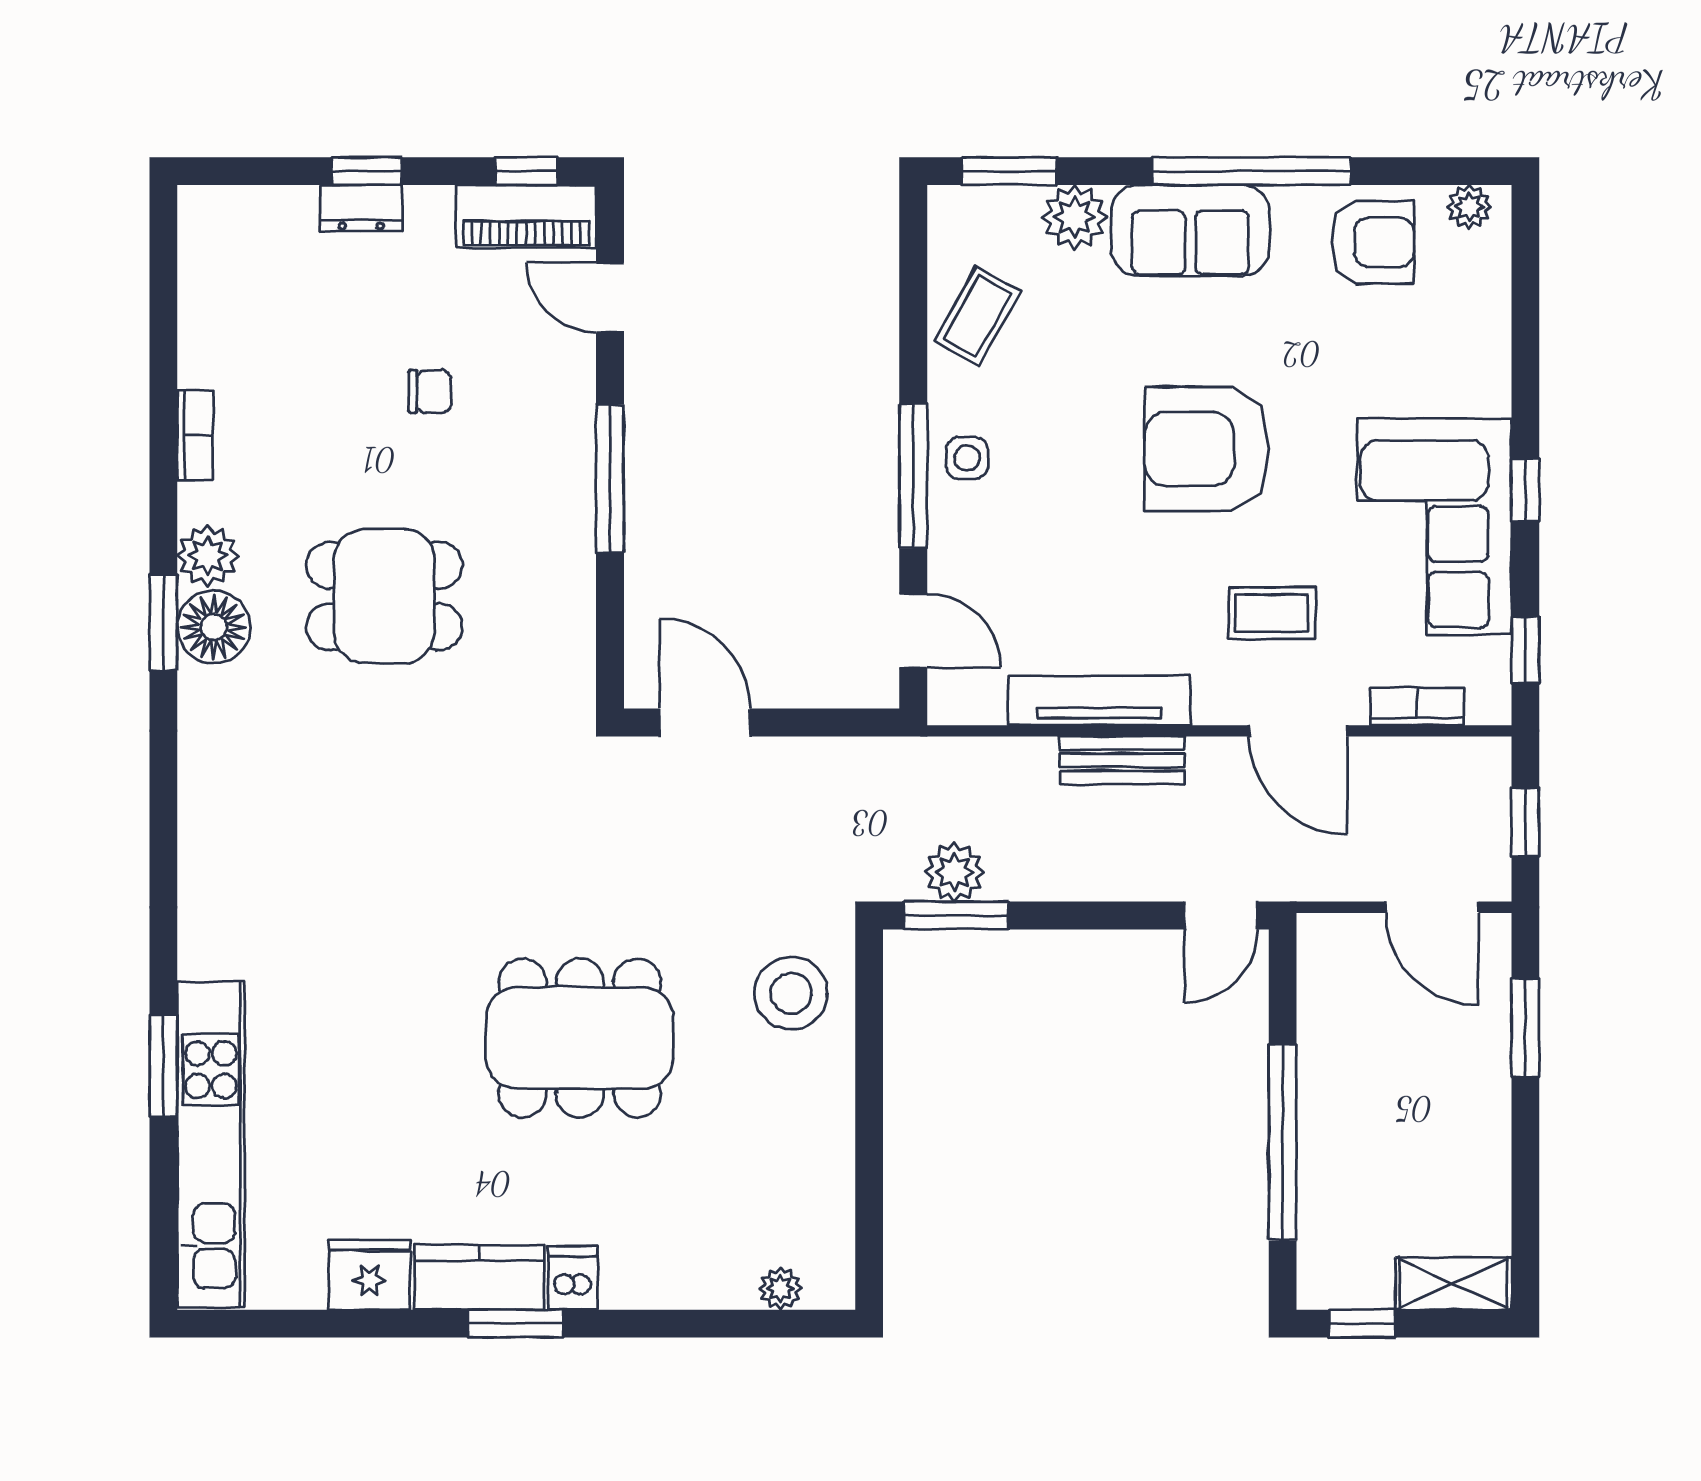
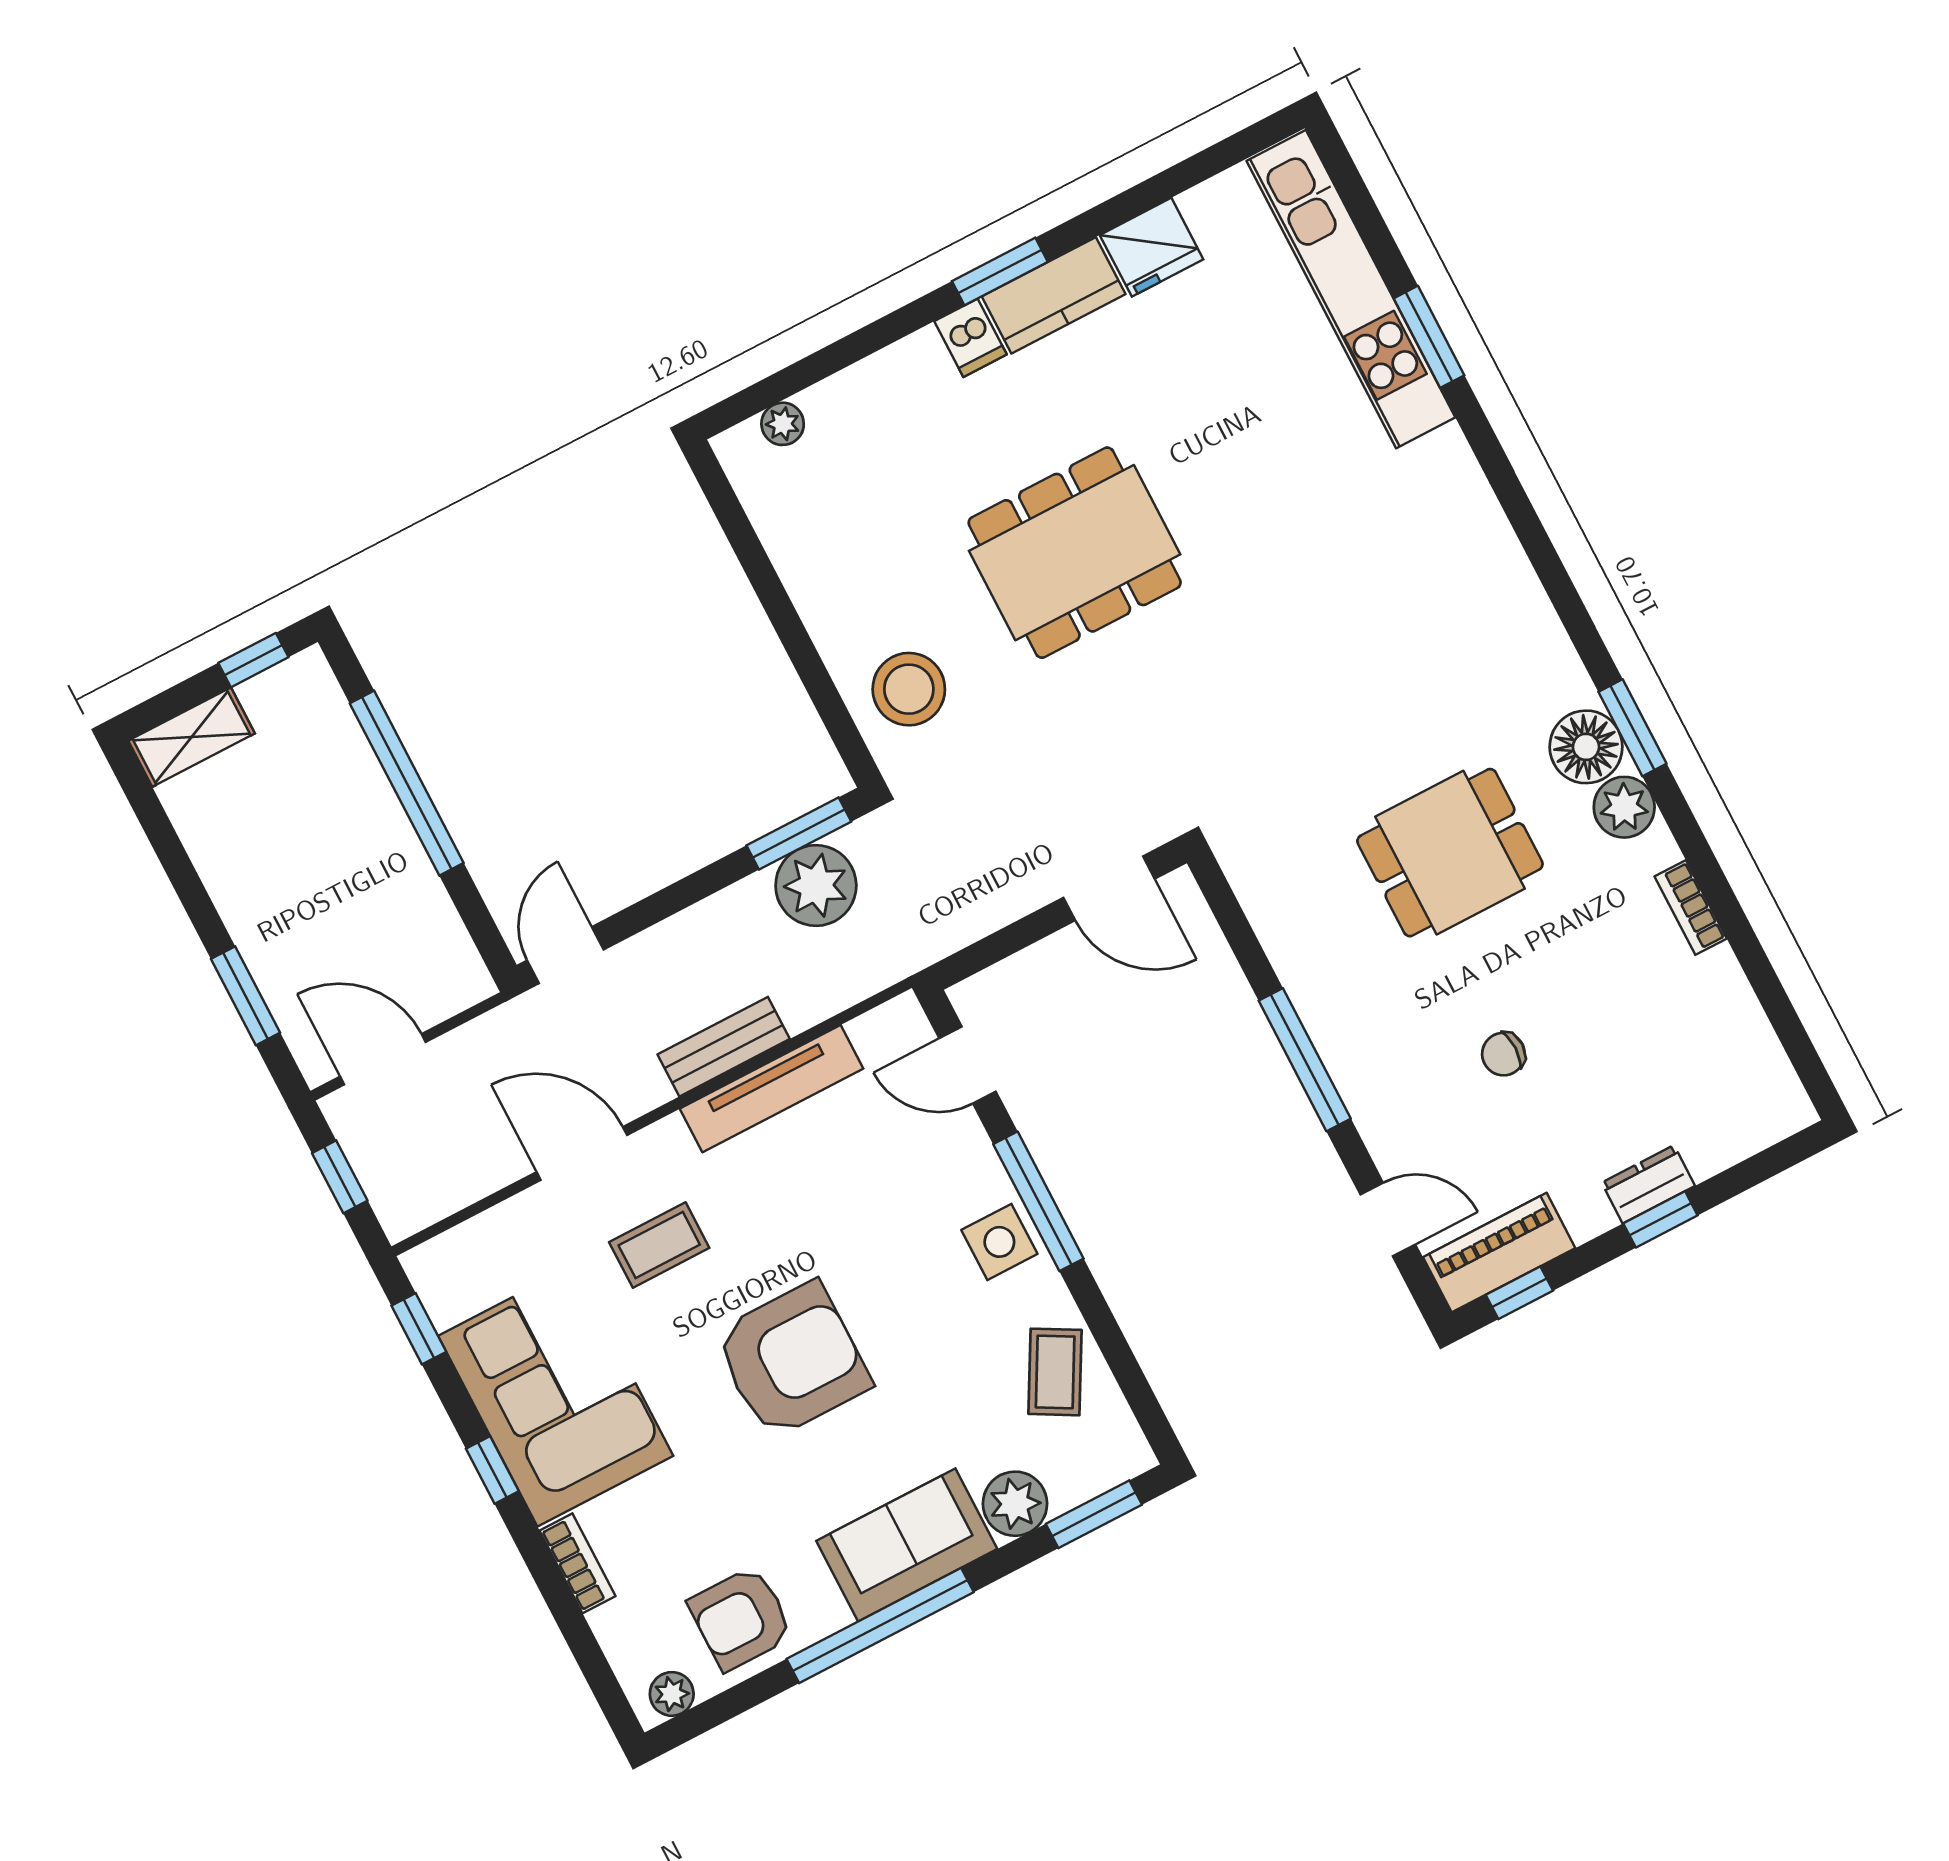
side table: (967, 458) -> (999, 1242), width x1.37, depth x1.37
bookcase: (1417, 707) -> (577, 1563), moved, turned -90
plant: (954, 872) -> (816, 885), width x1.36, depth x1.36

